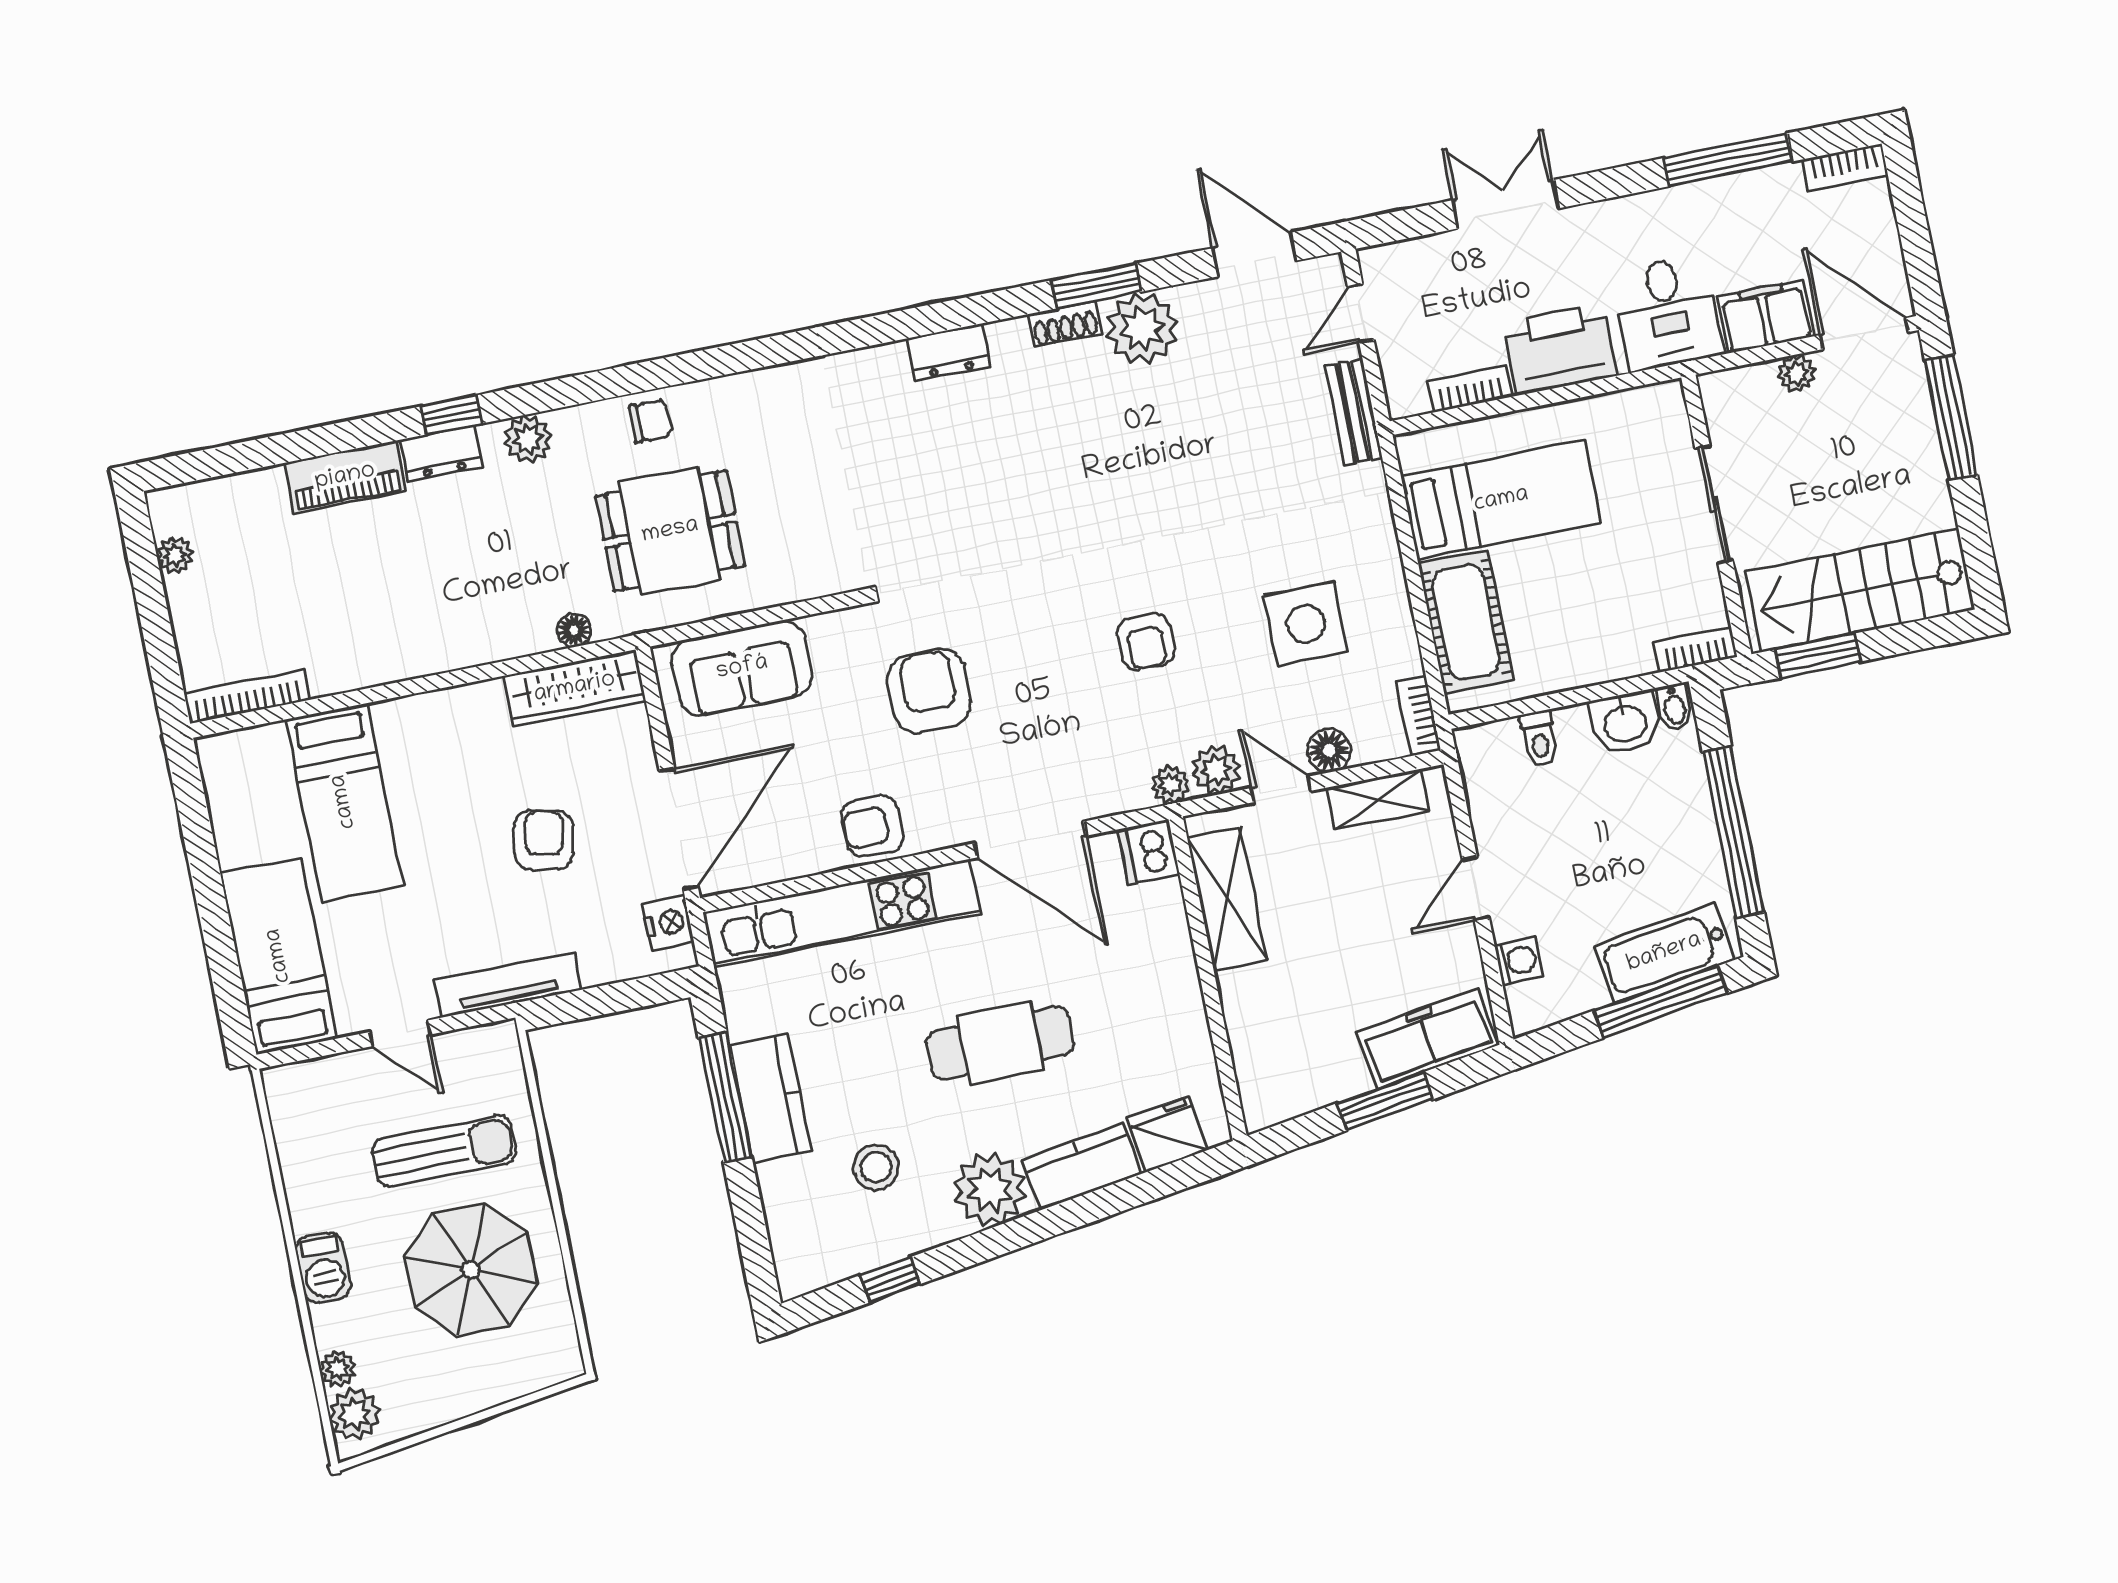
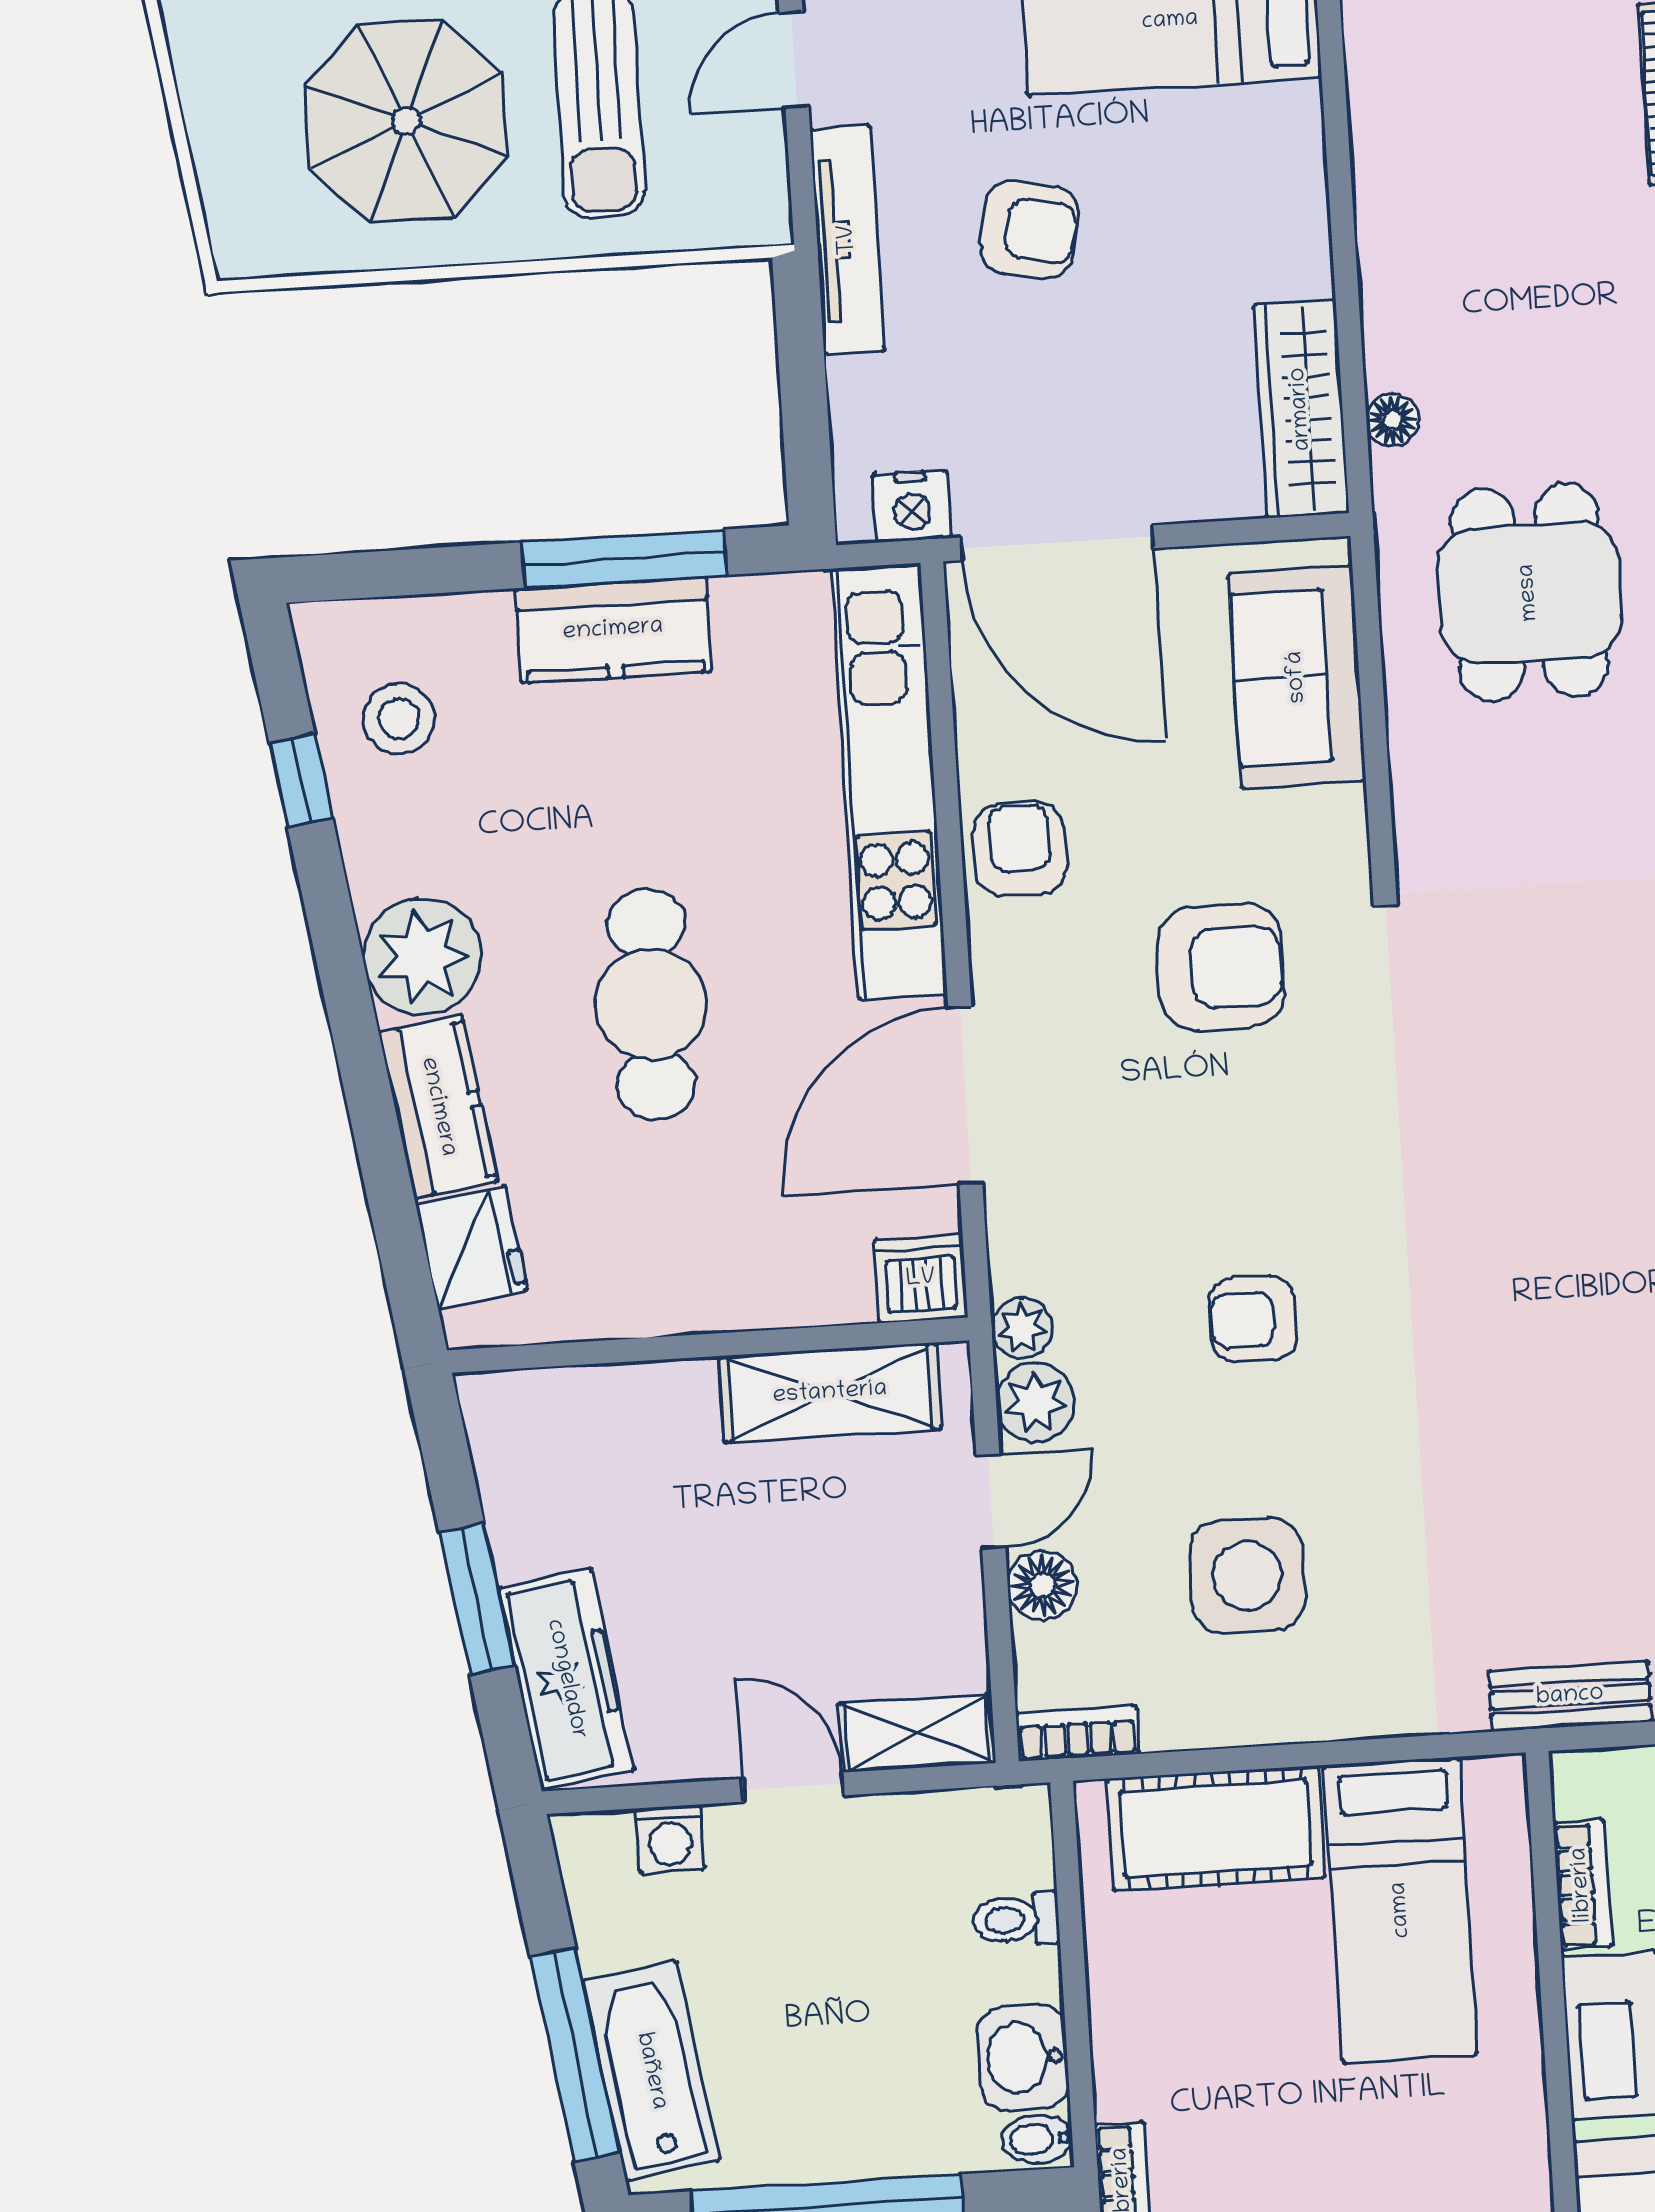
shelving: (1378, 799) -> (917, 1733), moved, turned 90
armchair: (544, 840) -> (1030, 230), moved
stool: (876, 1167) -> (399, 719), moved

